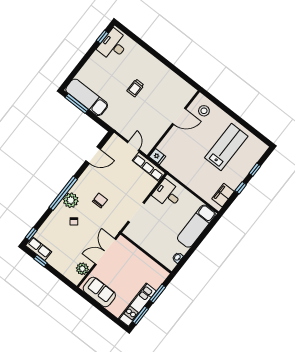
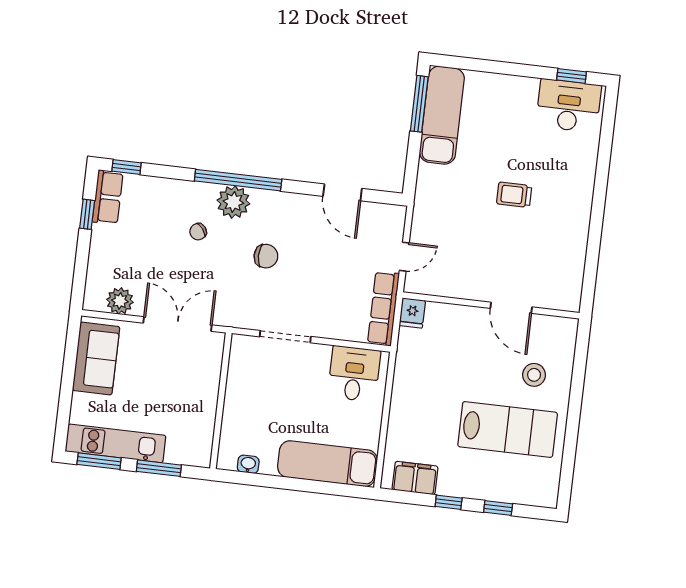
stool: (204, 111) -> (534, 375), moved

